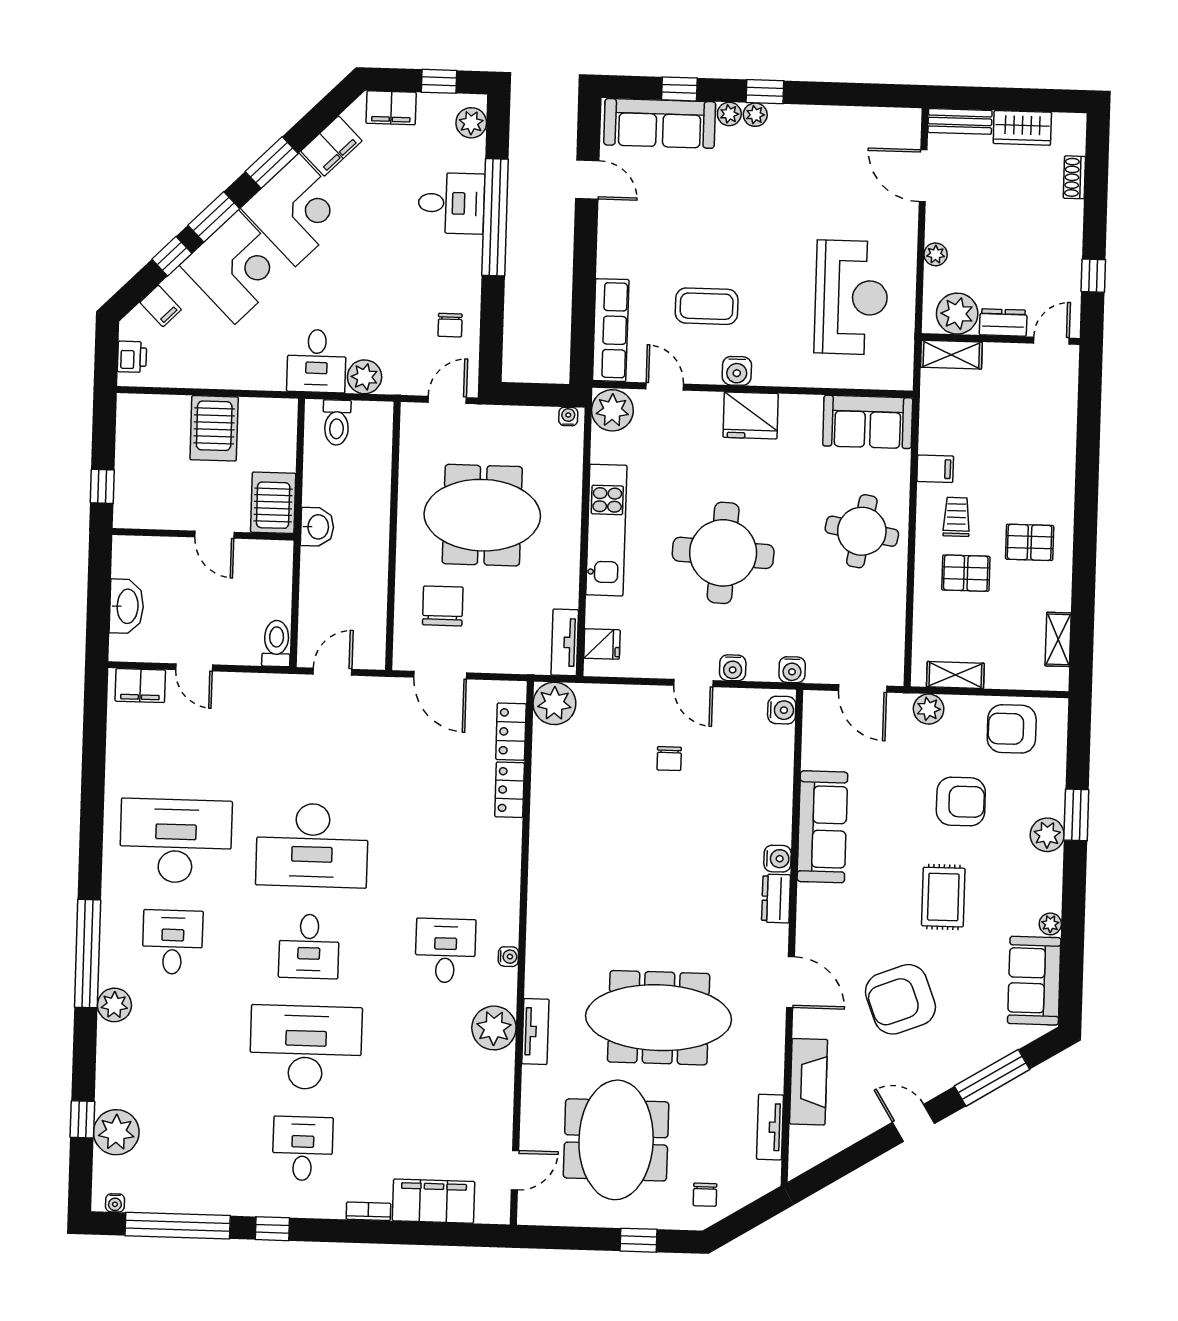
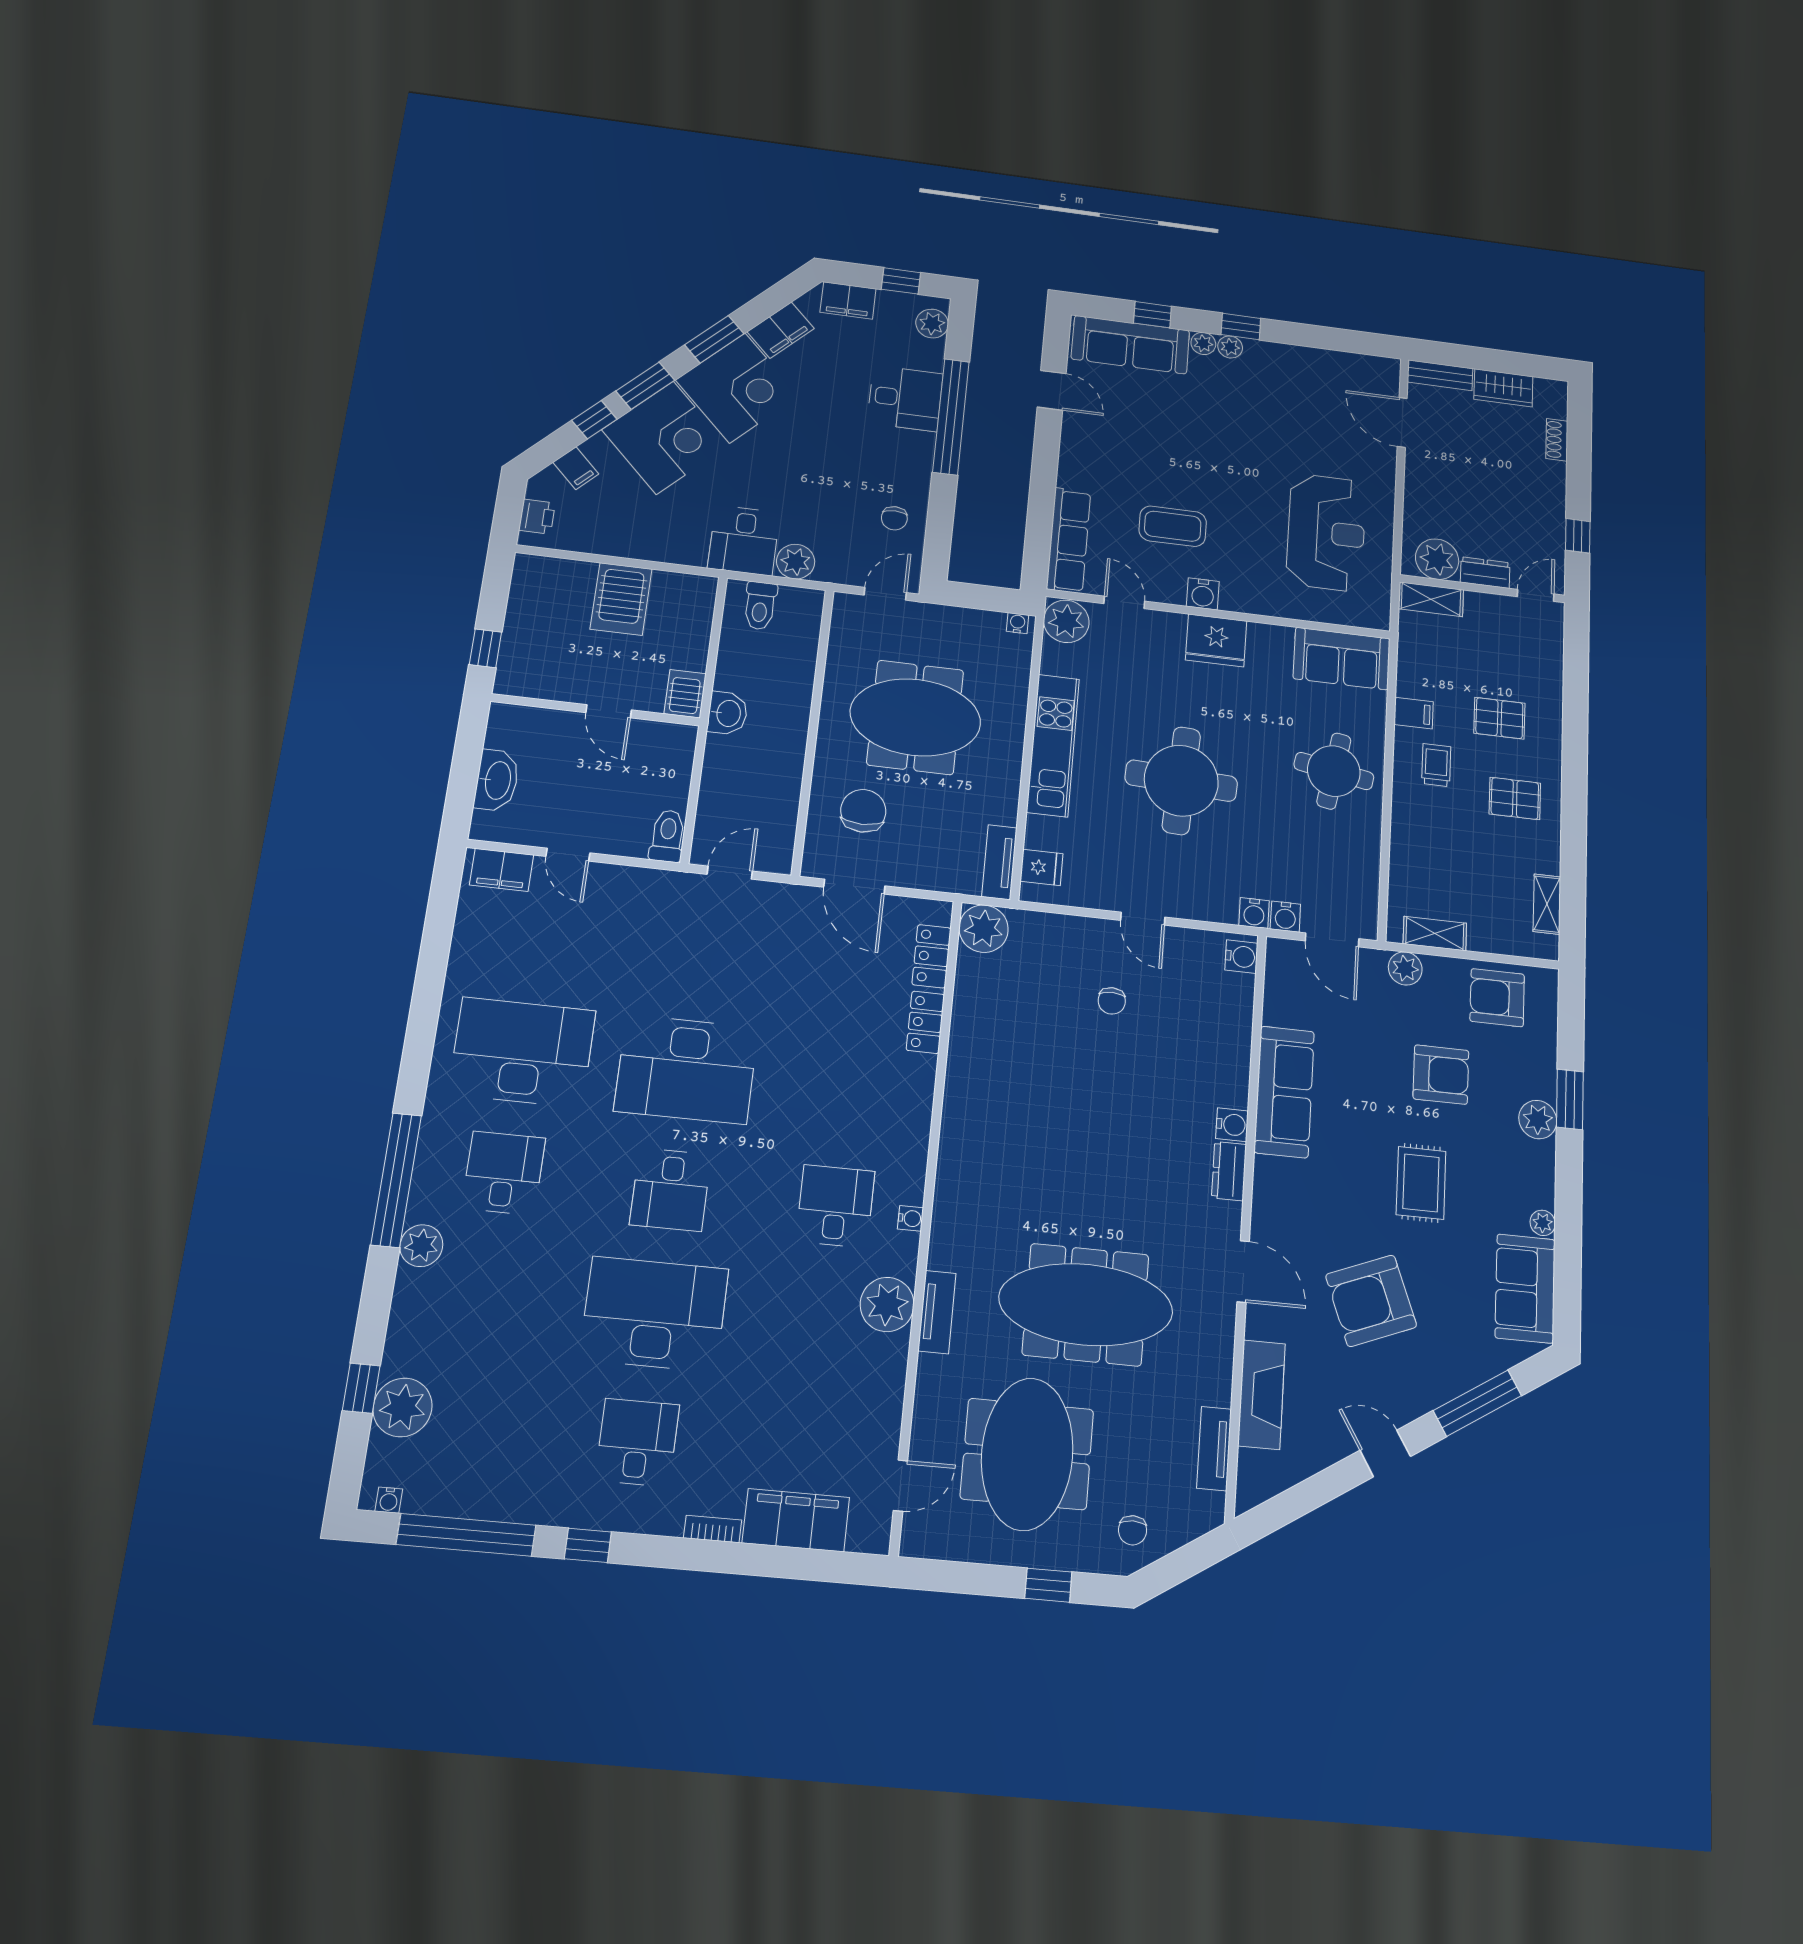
plant: (936, 254) -> (1415, 499), removed
server rack: (273, 503) -> (685, 694), width x0.73, depth x0.70
pallet: (966, 573) -> (1499, 718), moved
water cooler: (733, 668) -> (1285, 917), moved

